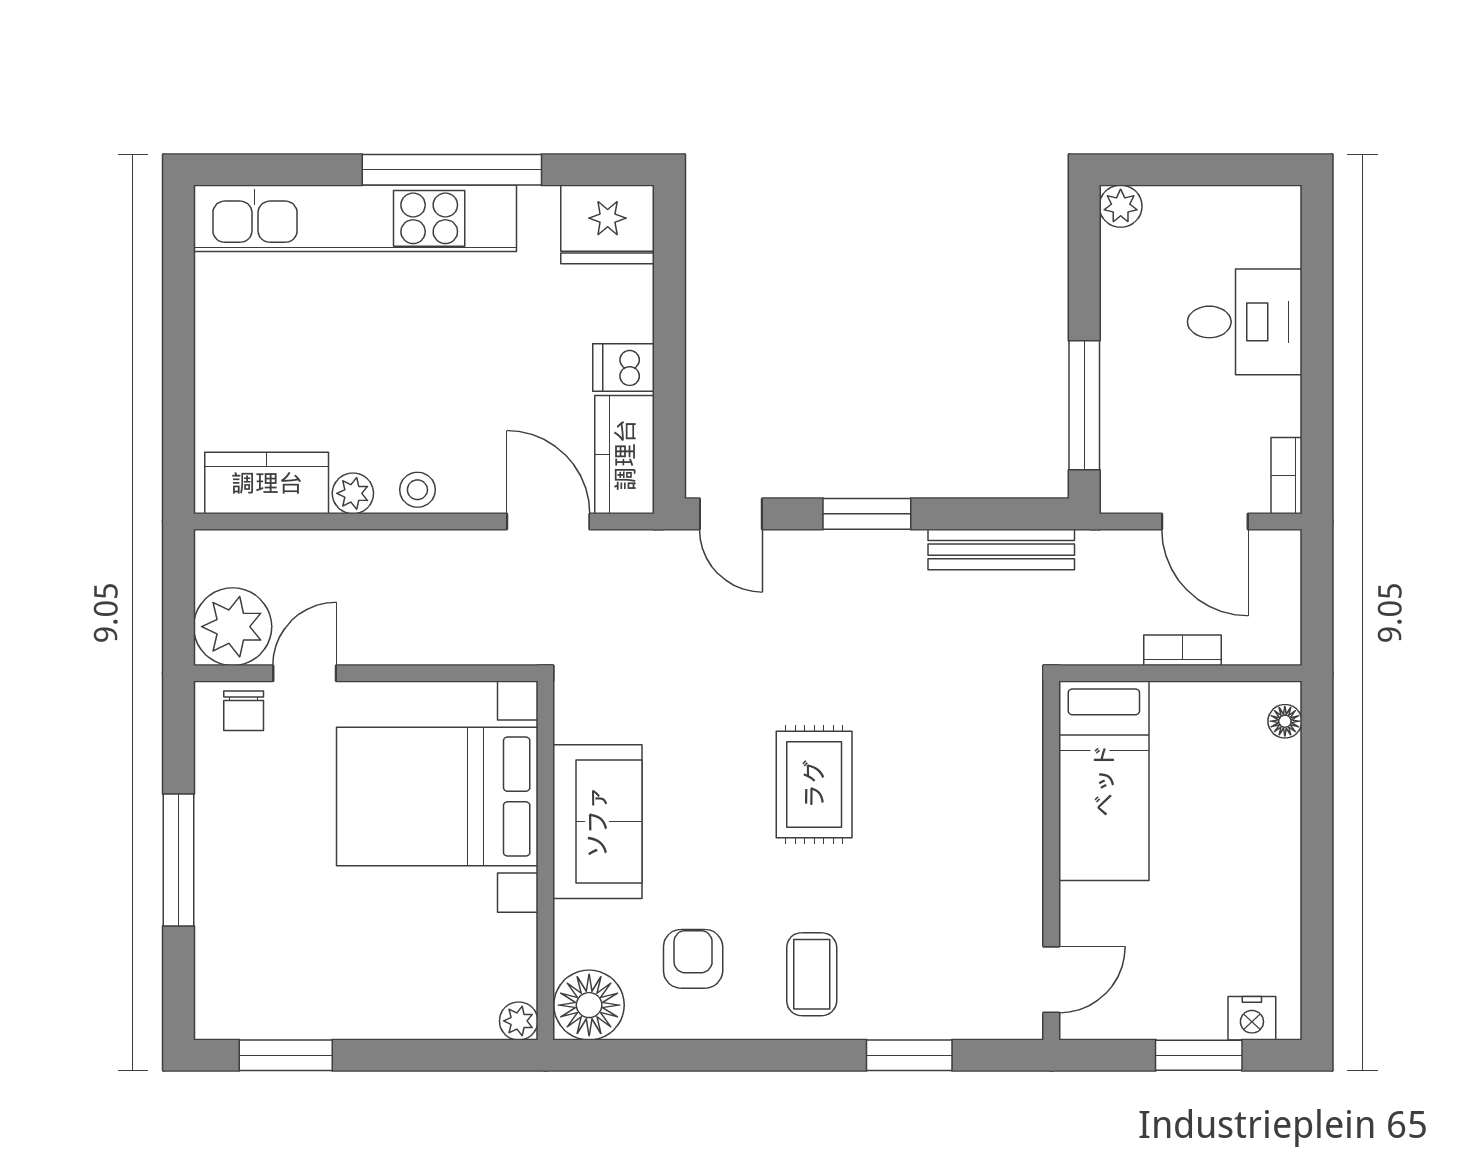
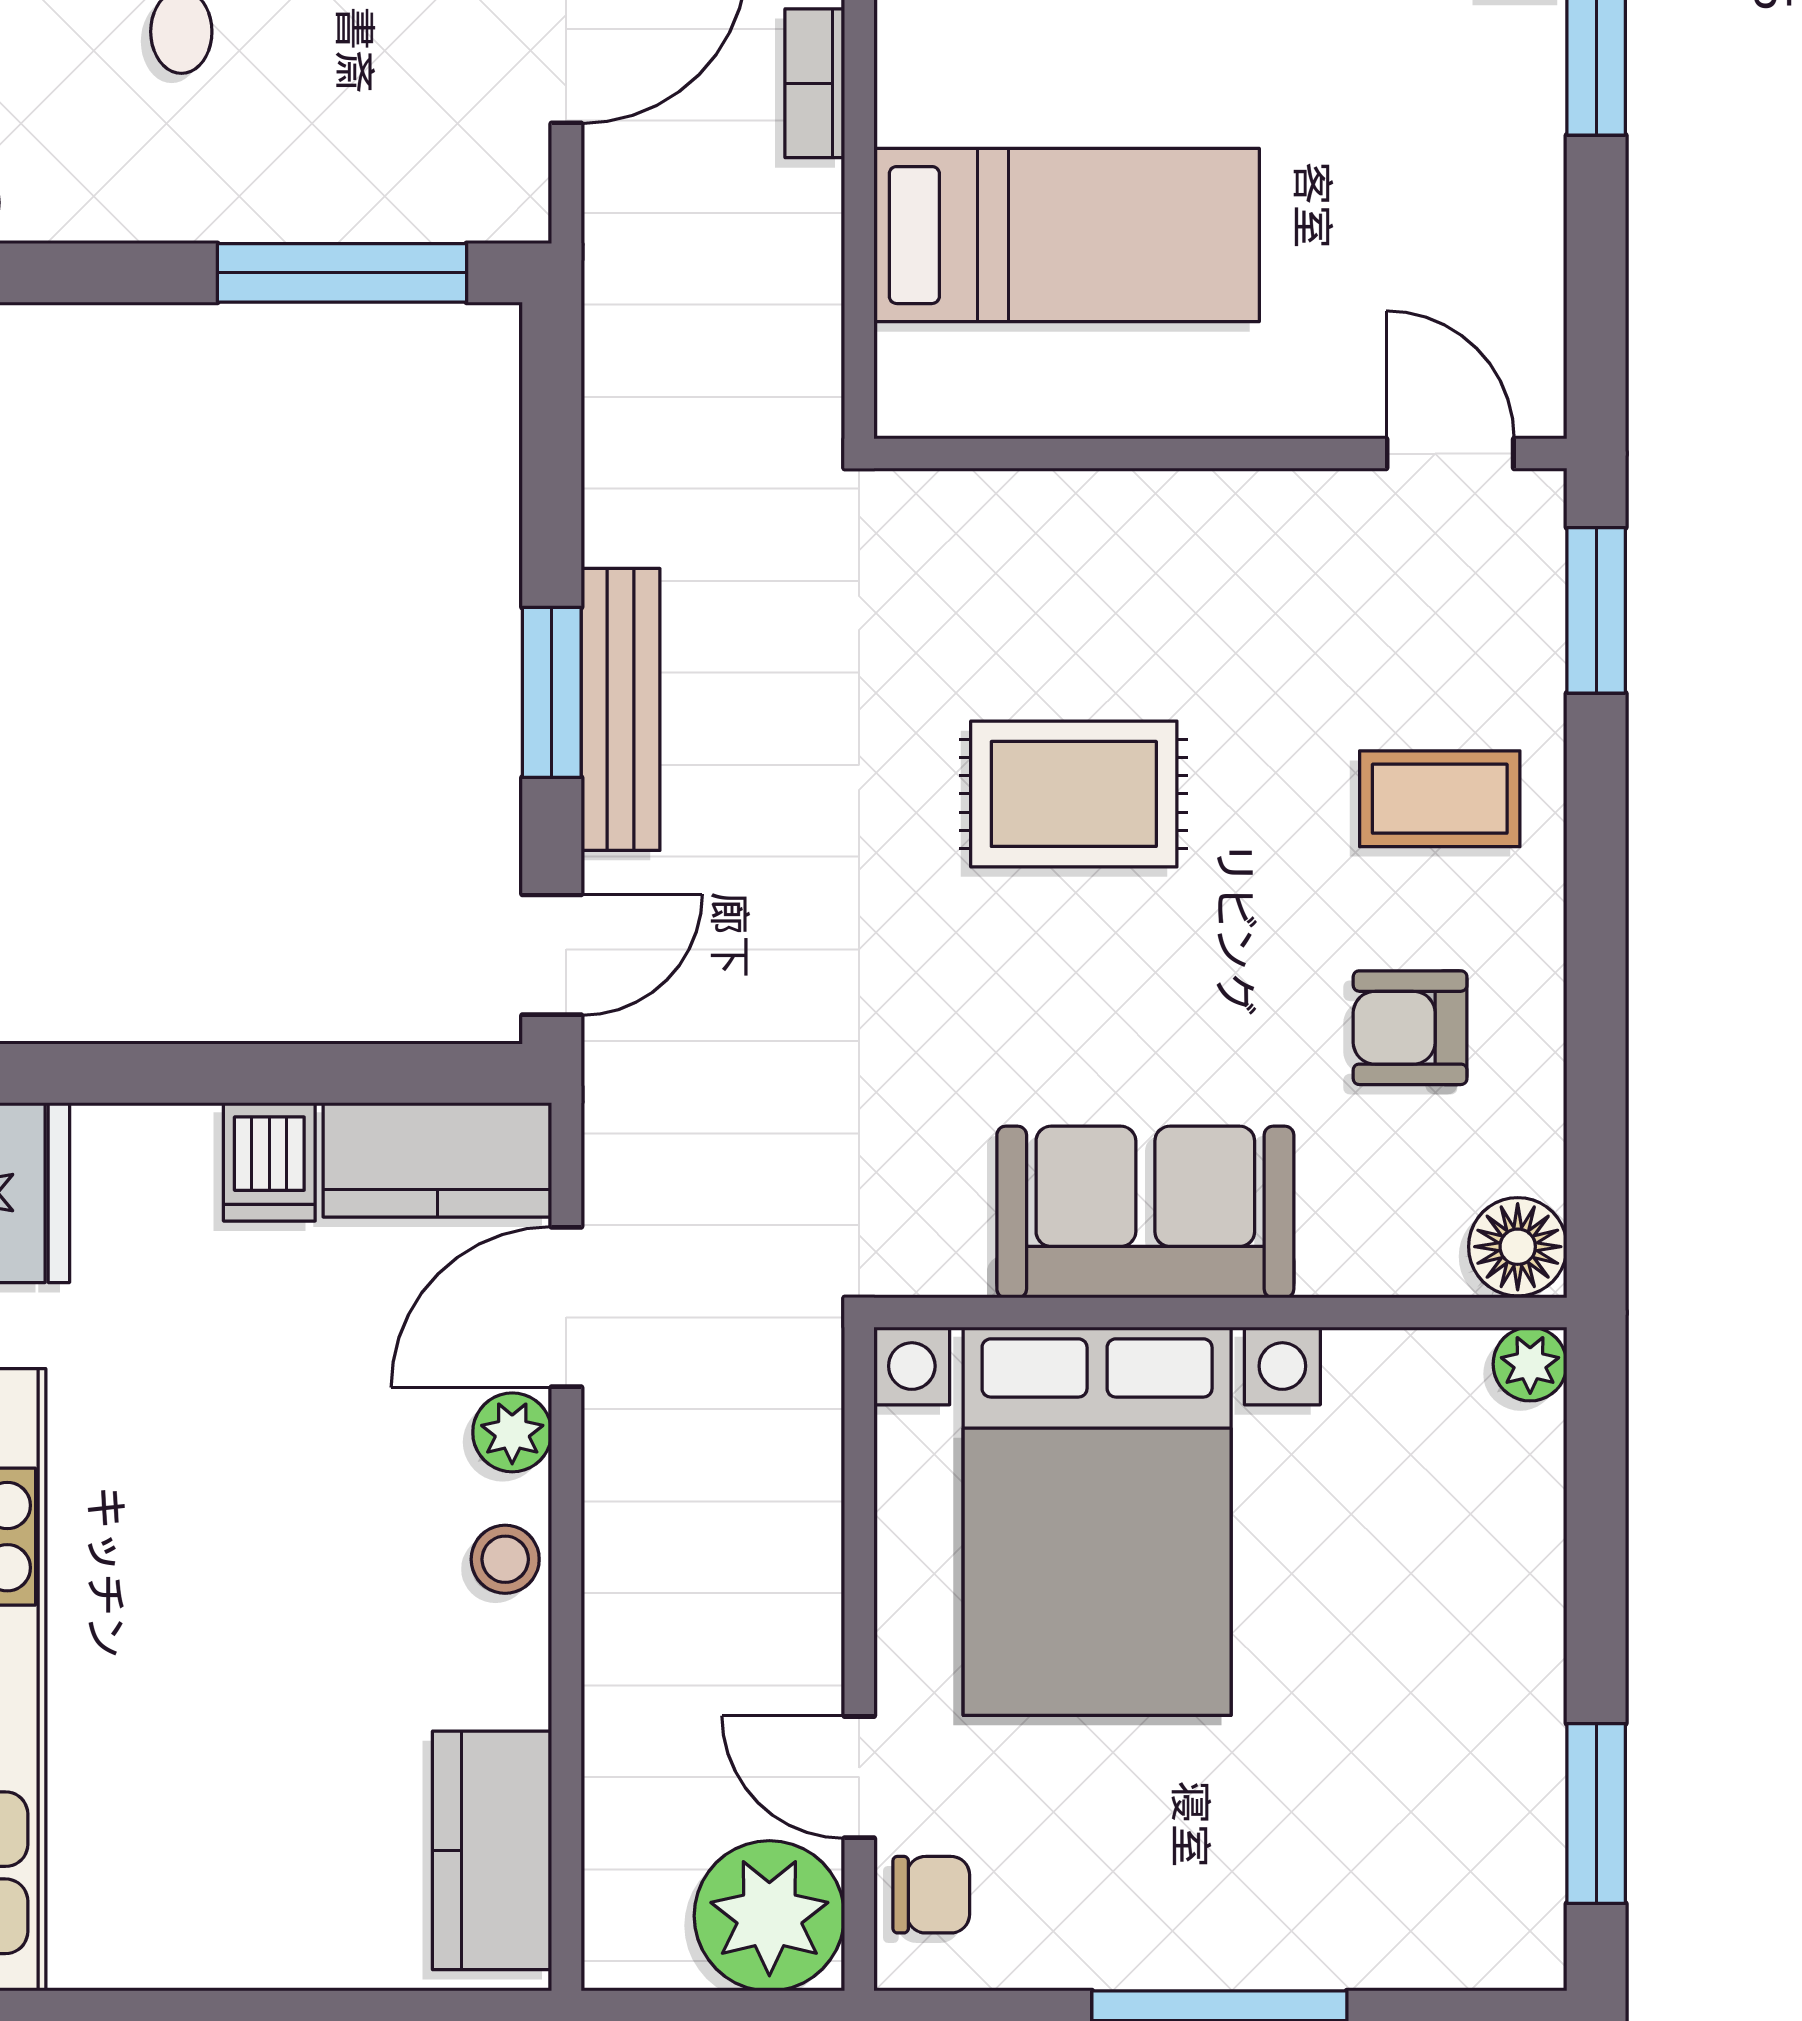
plant: (353, 493) -> (512, 1432), moved
bench: (1001, 550) -> (620, 709), moved
wall: (1051, 860) -> (1220, 454), moved
door: (1051, 980) -> (1450, 454), moved
floor lamp: (589, 1005) -> (1518, 1247), width x0.73, depth x0.73

